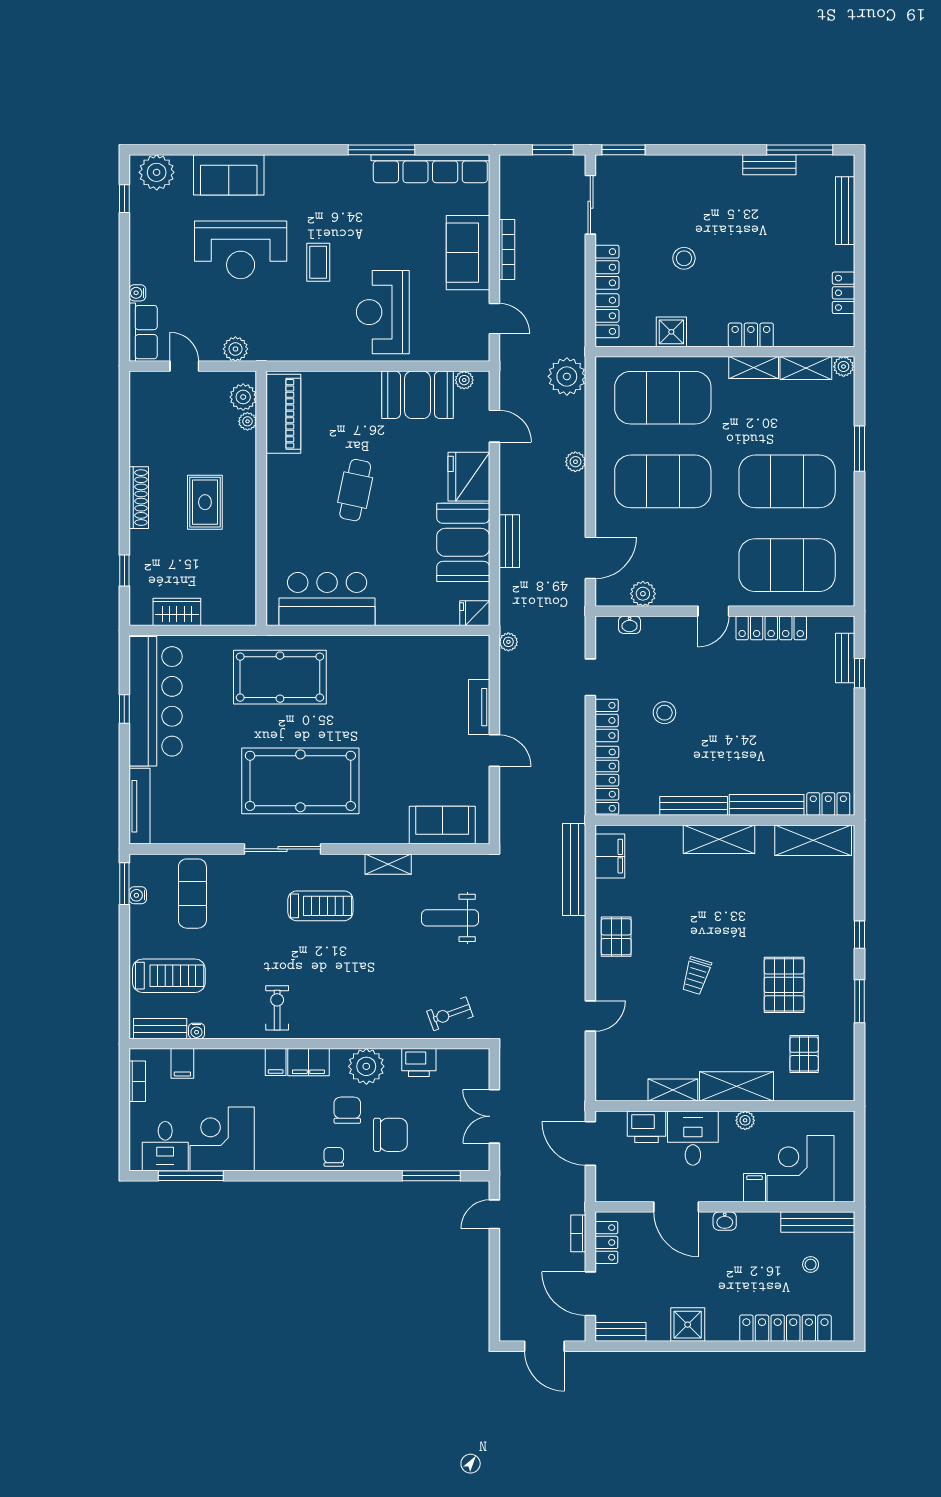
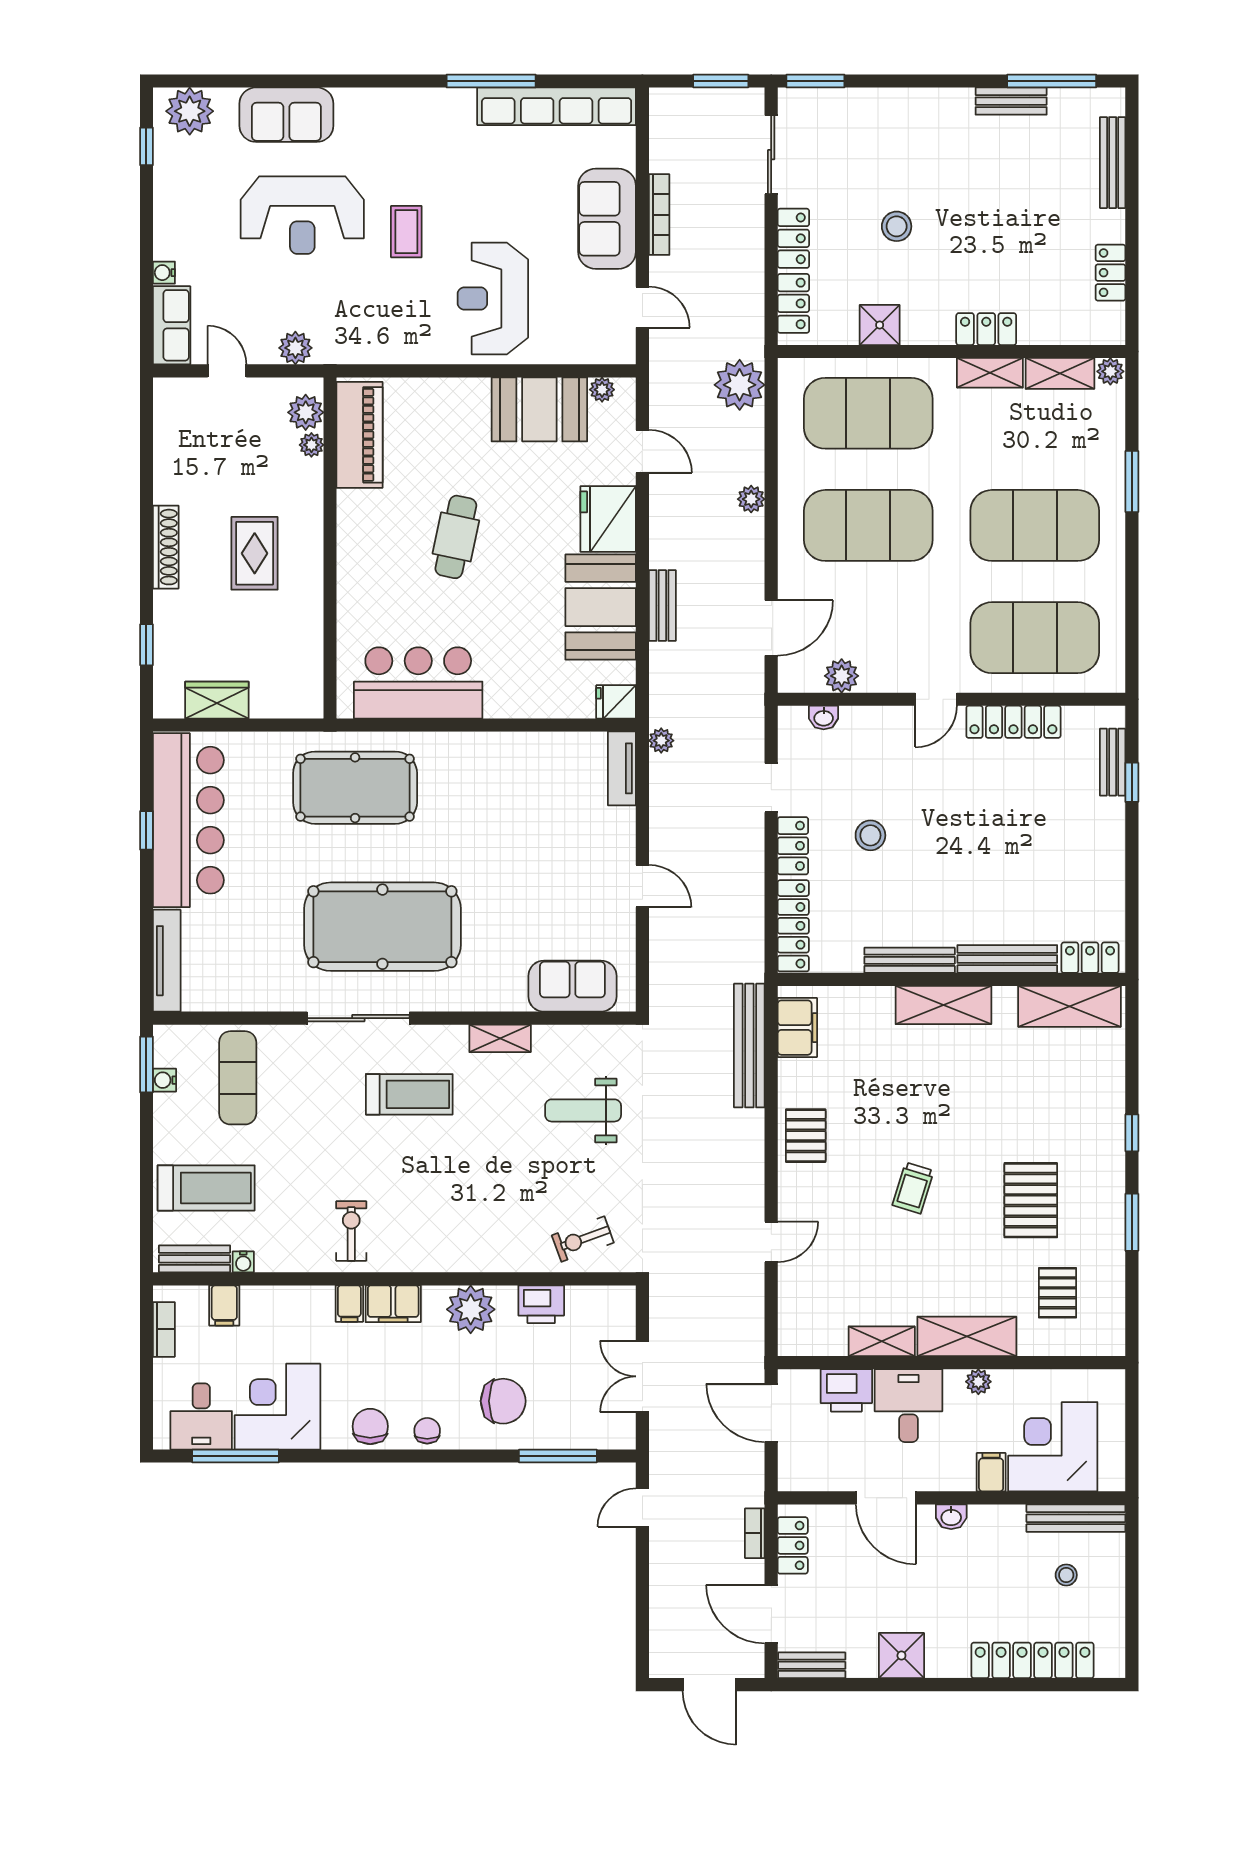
tv unit: (479, 707) -> (622, 768), moved
chair: (347, 1110) -> (370, 1426), moved

